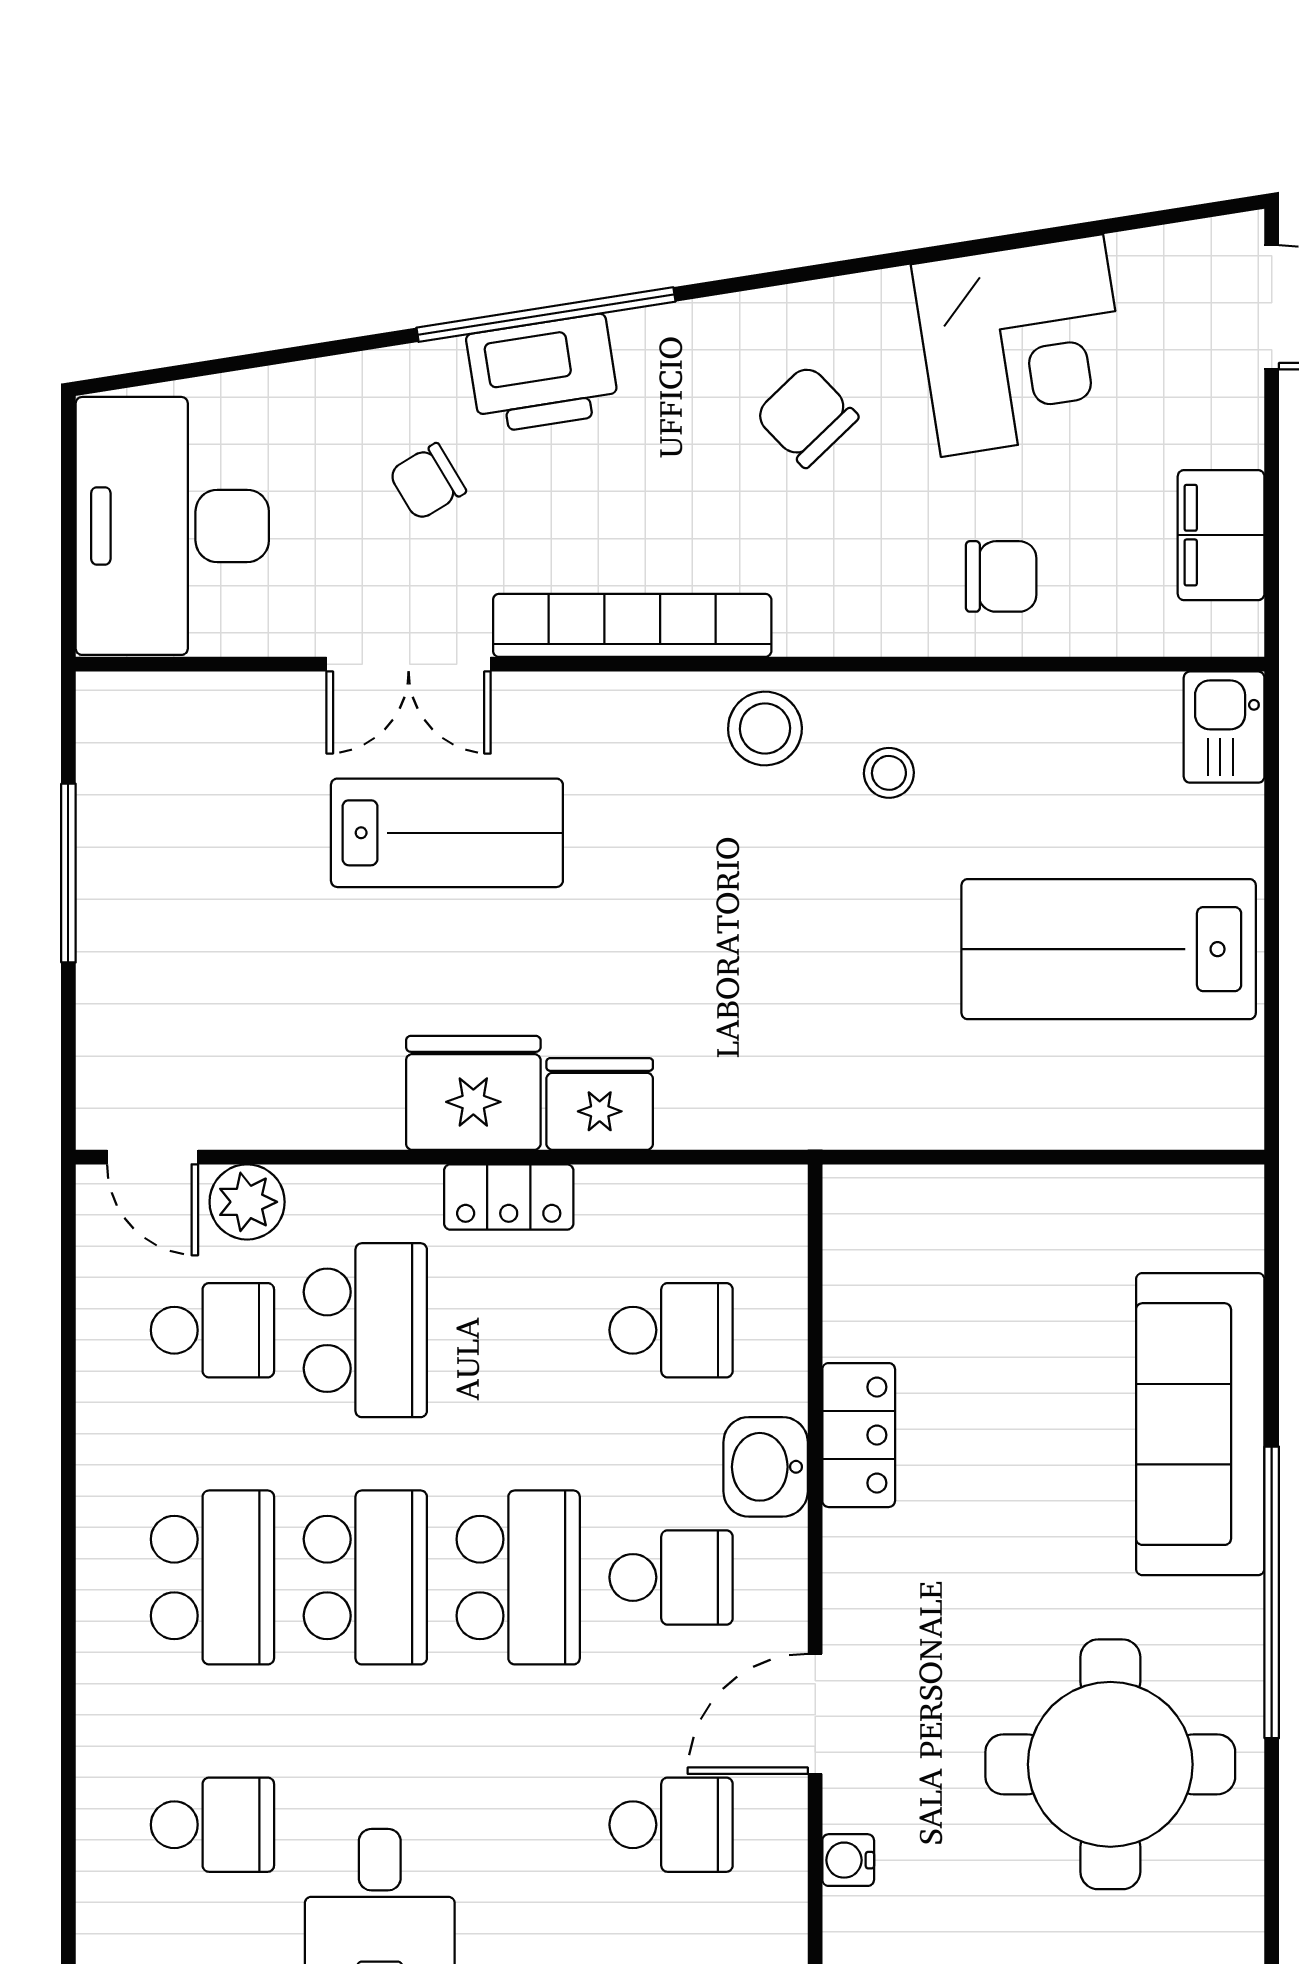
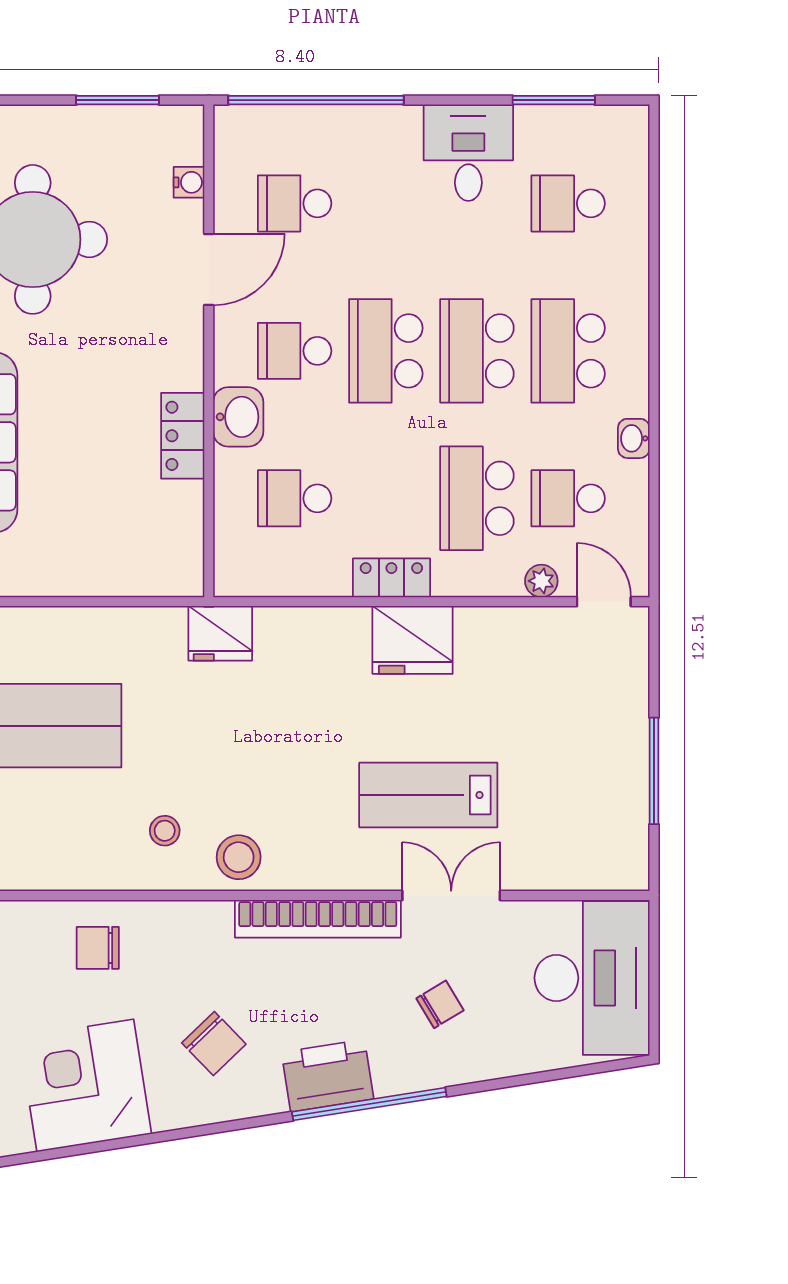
printer: (543, 374) -> (327, 1076), moved
fridge: (600, 1104) -> (220, 633), moved
plant: (247, 1202) -> (541, 581), width x0.73, depth x0.73
washbasin: (102, 1431) -> (634, 438), added

